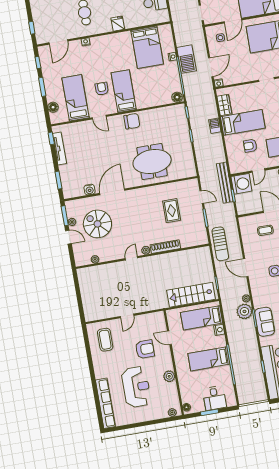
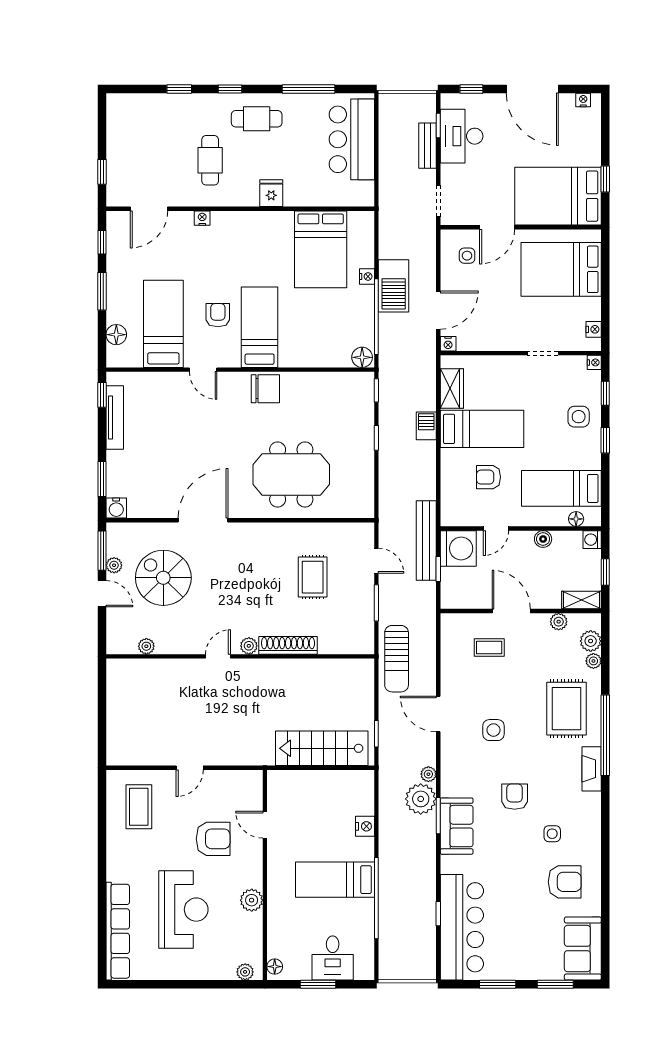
water cooler: (89, 190) -> (116, 508), moved
bed: (202, 318) -> (335, 797), removed

